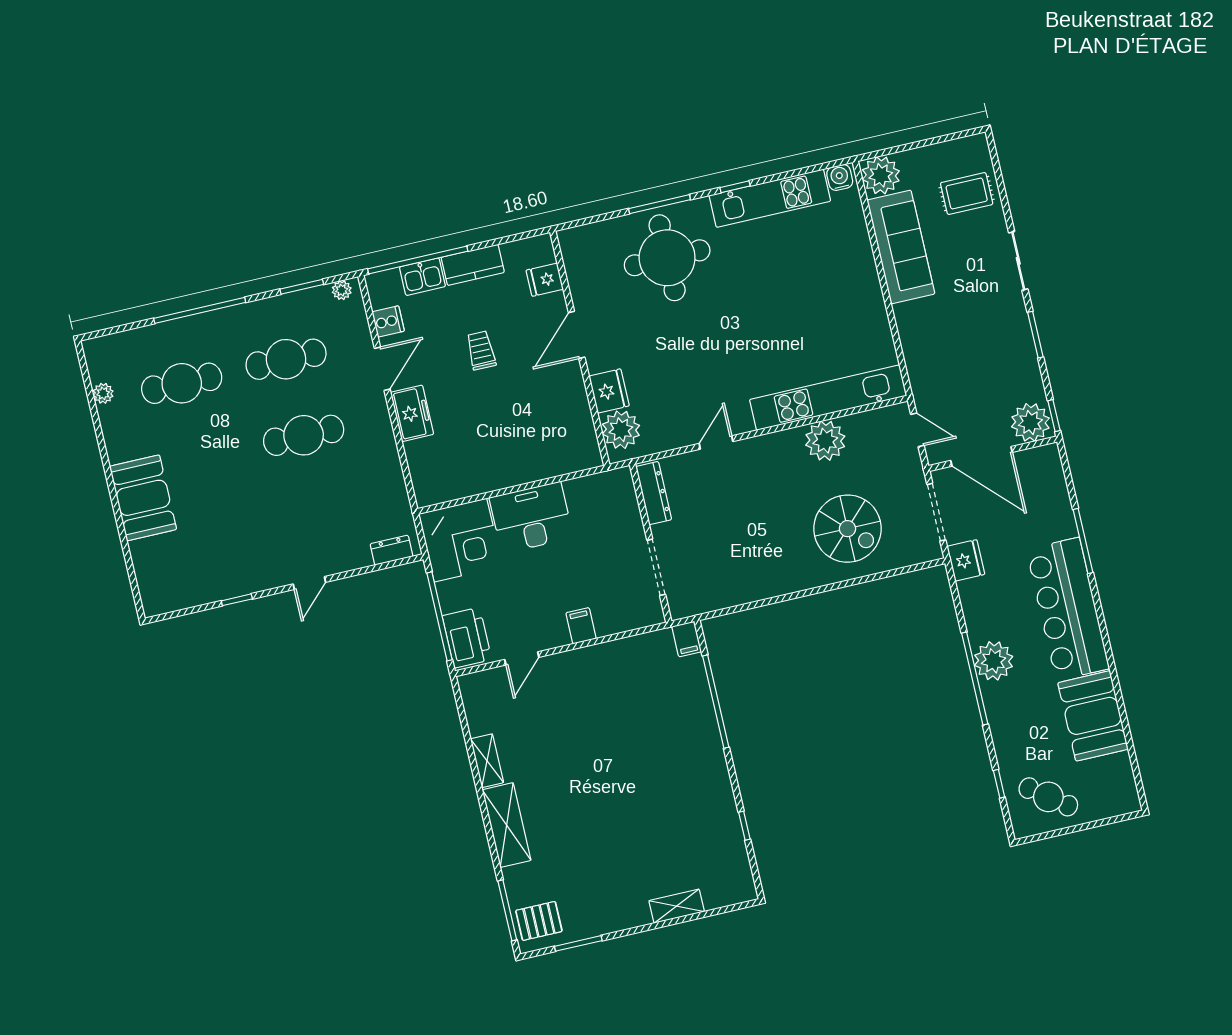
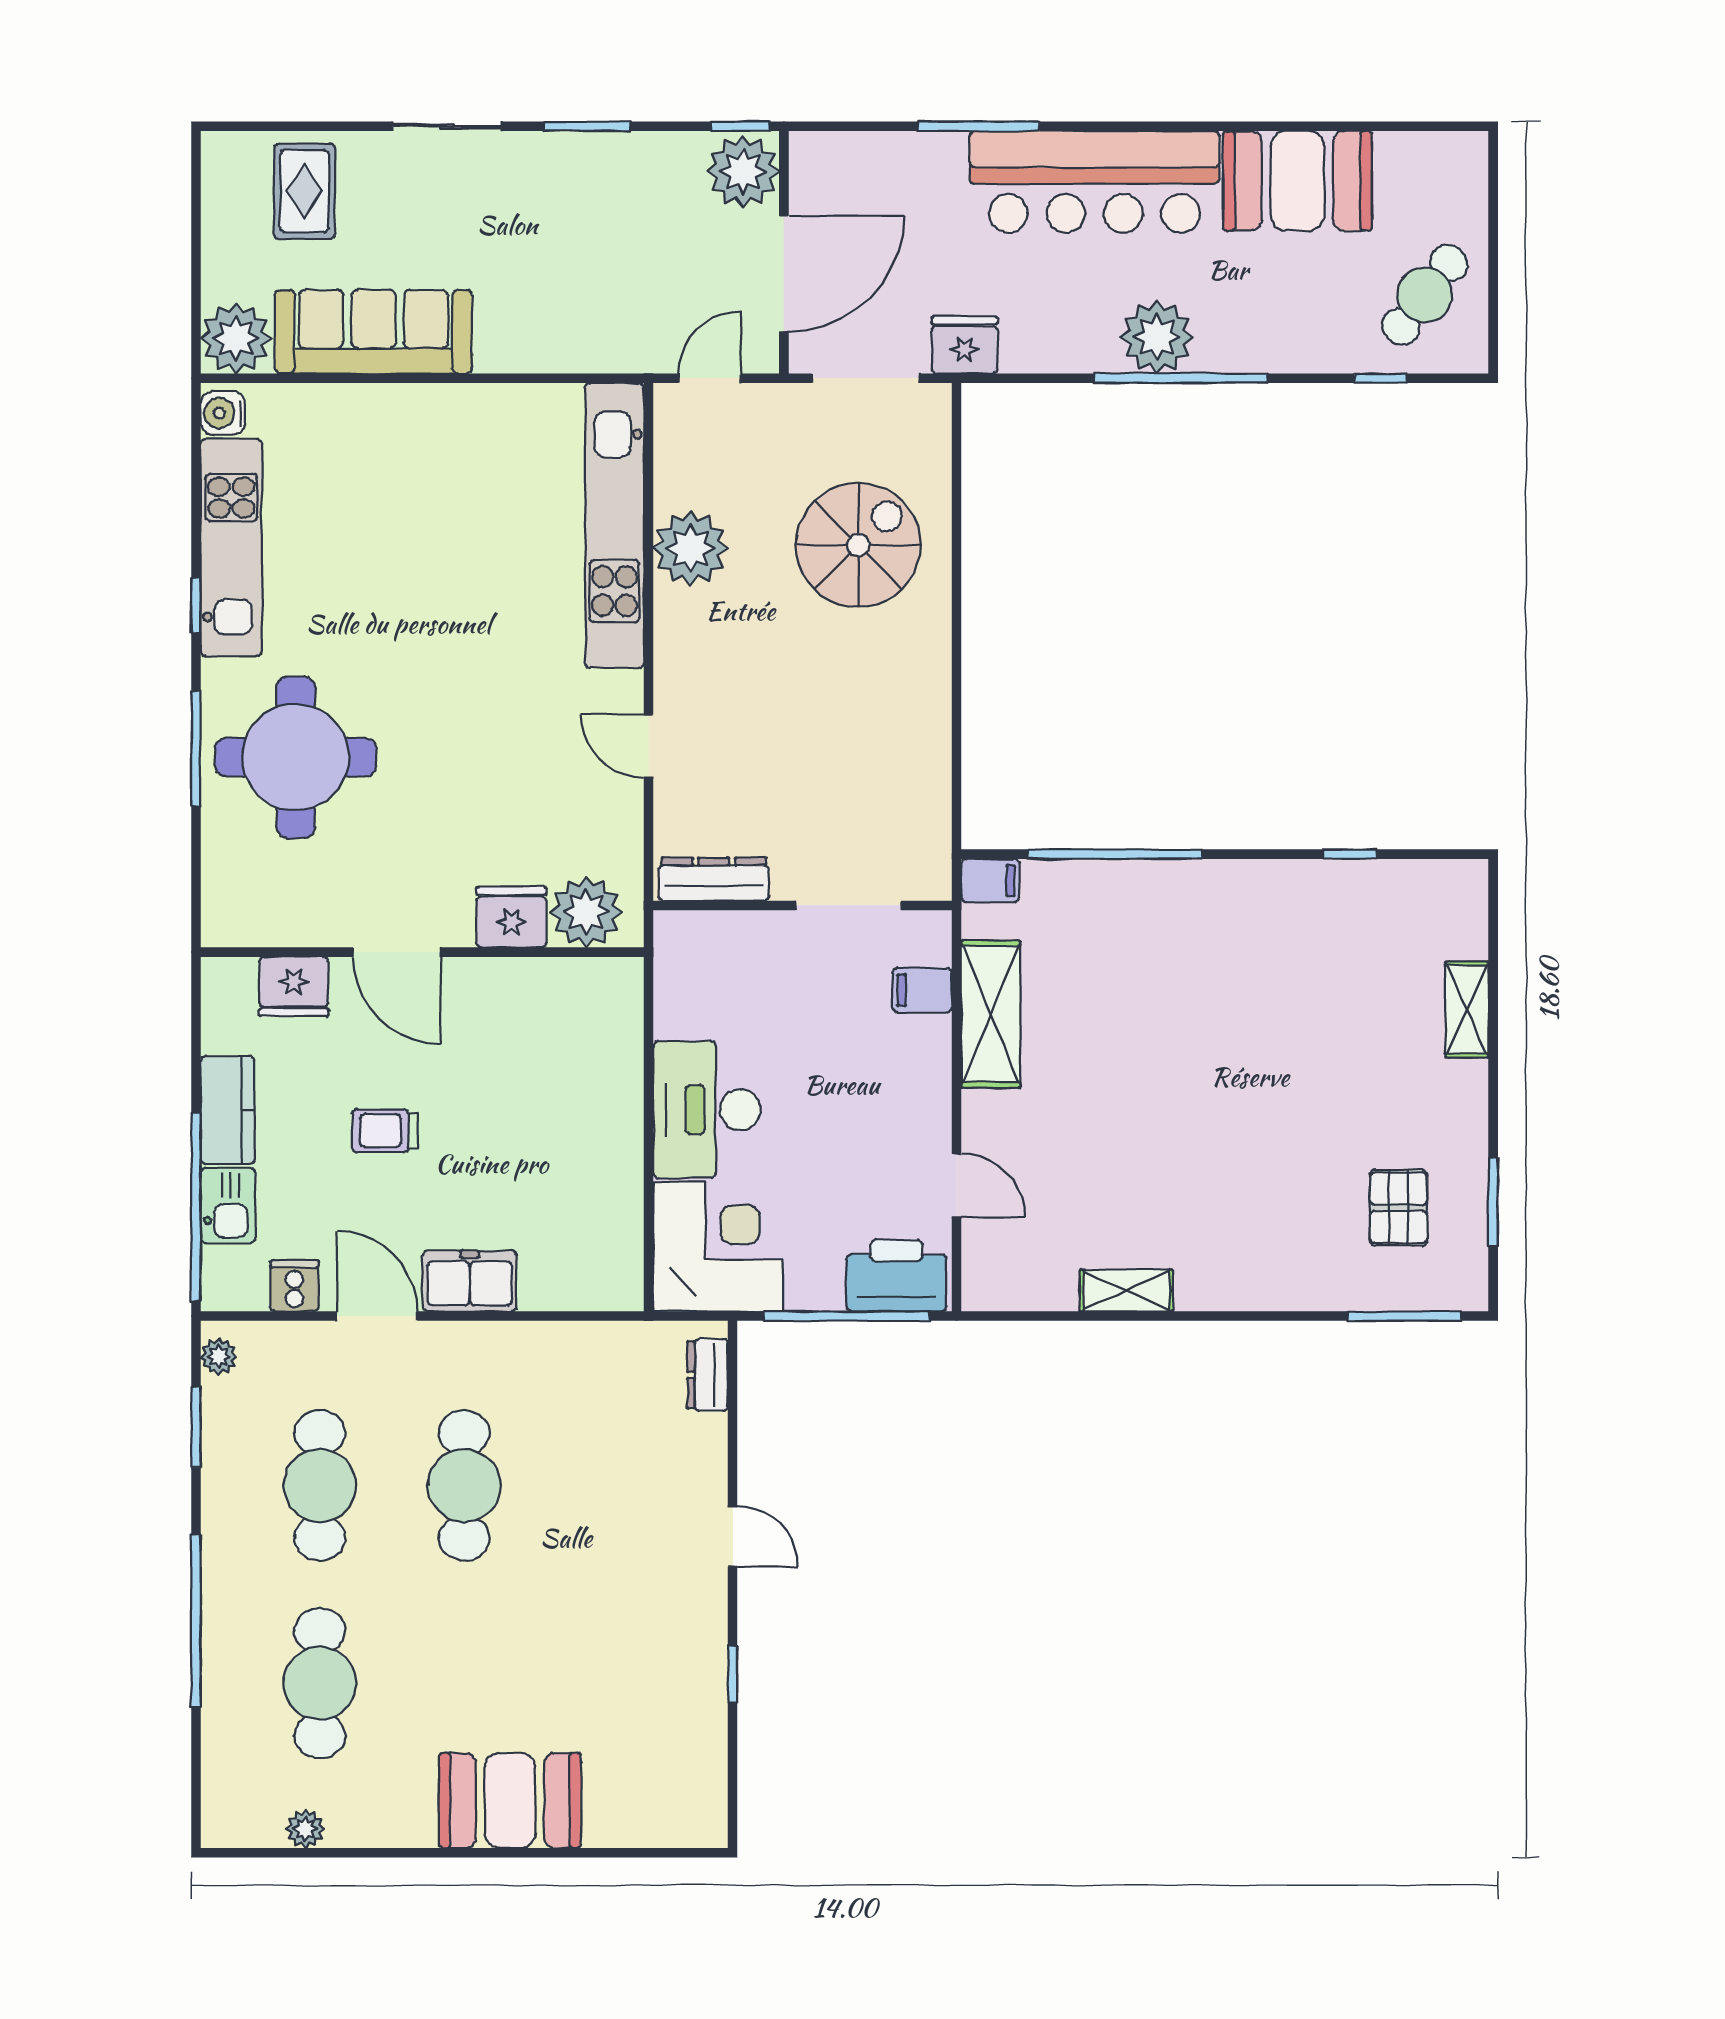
fridge: (545, 280) -> (294, 987), width x1.38
filing cabinet: (581, 626) -> (922, 990), moved
shelving: (507, 825) -> (991, 1014), moved, turned 90
pallet: (539, 921) -> (1399, 1208), moved

